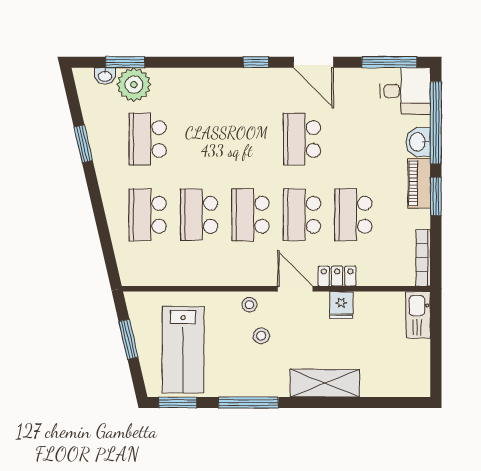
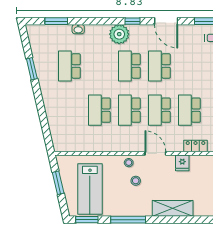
washbasin: (105, 76) -> (78, 29), moved
plant: (134, 85) -> (119, 34), moved
school desk: (148, 215) -> (129, 66), moved
locker: (337, 276) -> (196, 146), moved

